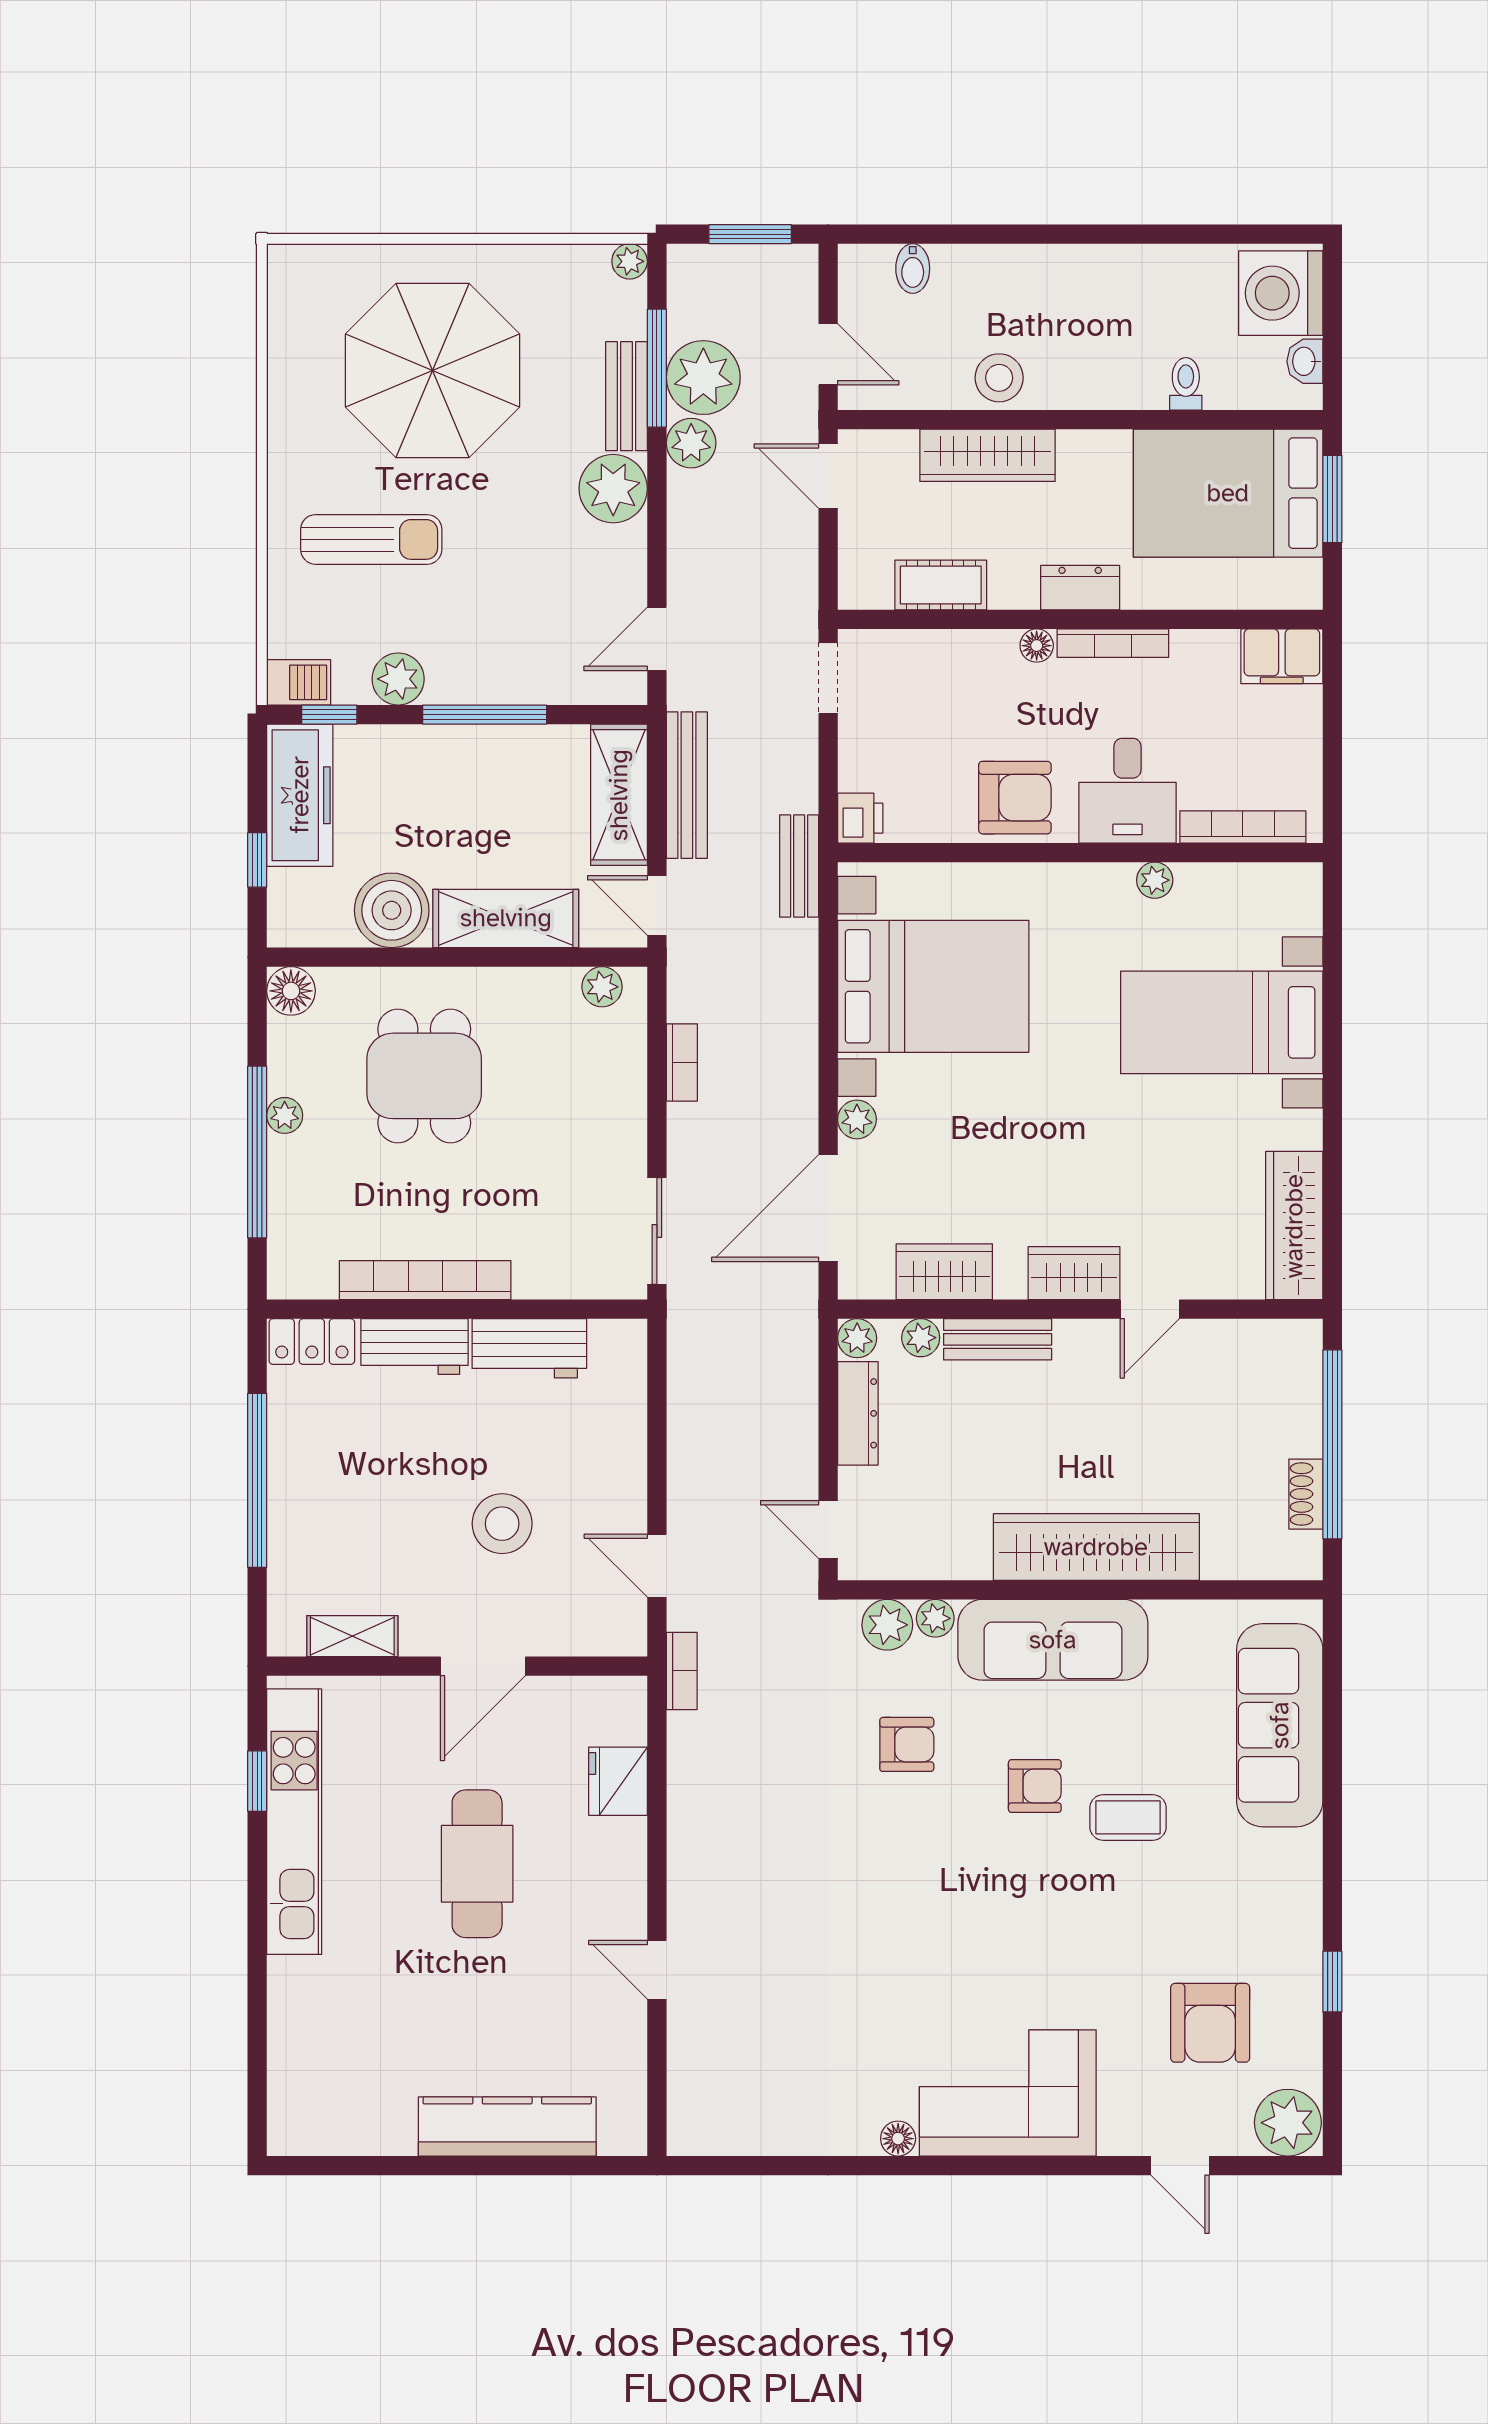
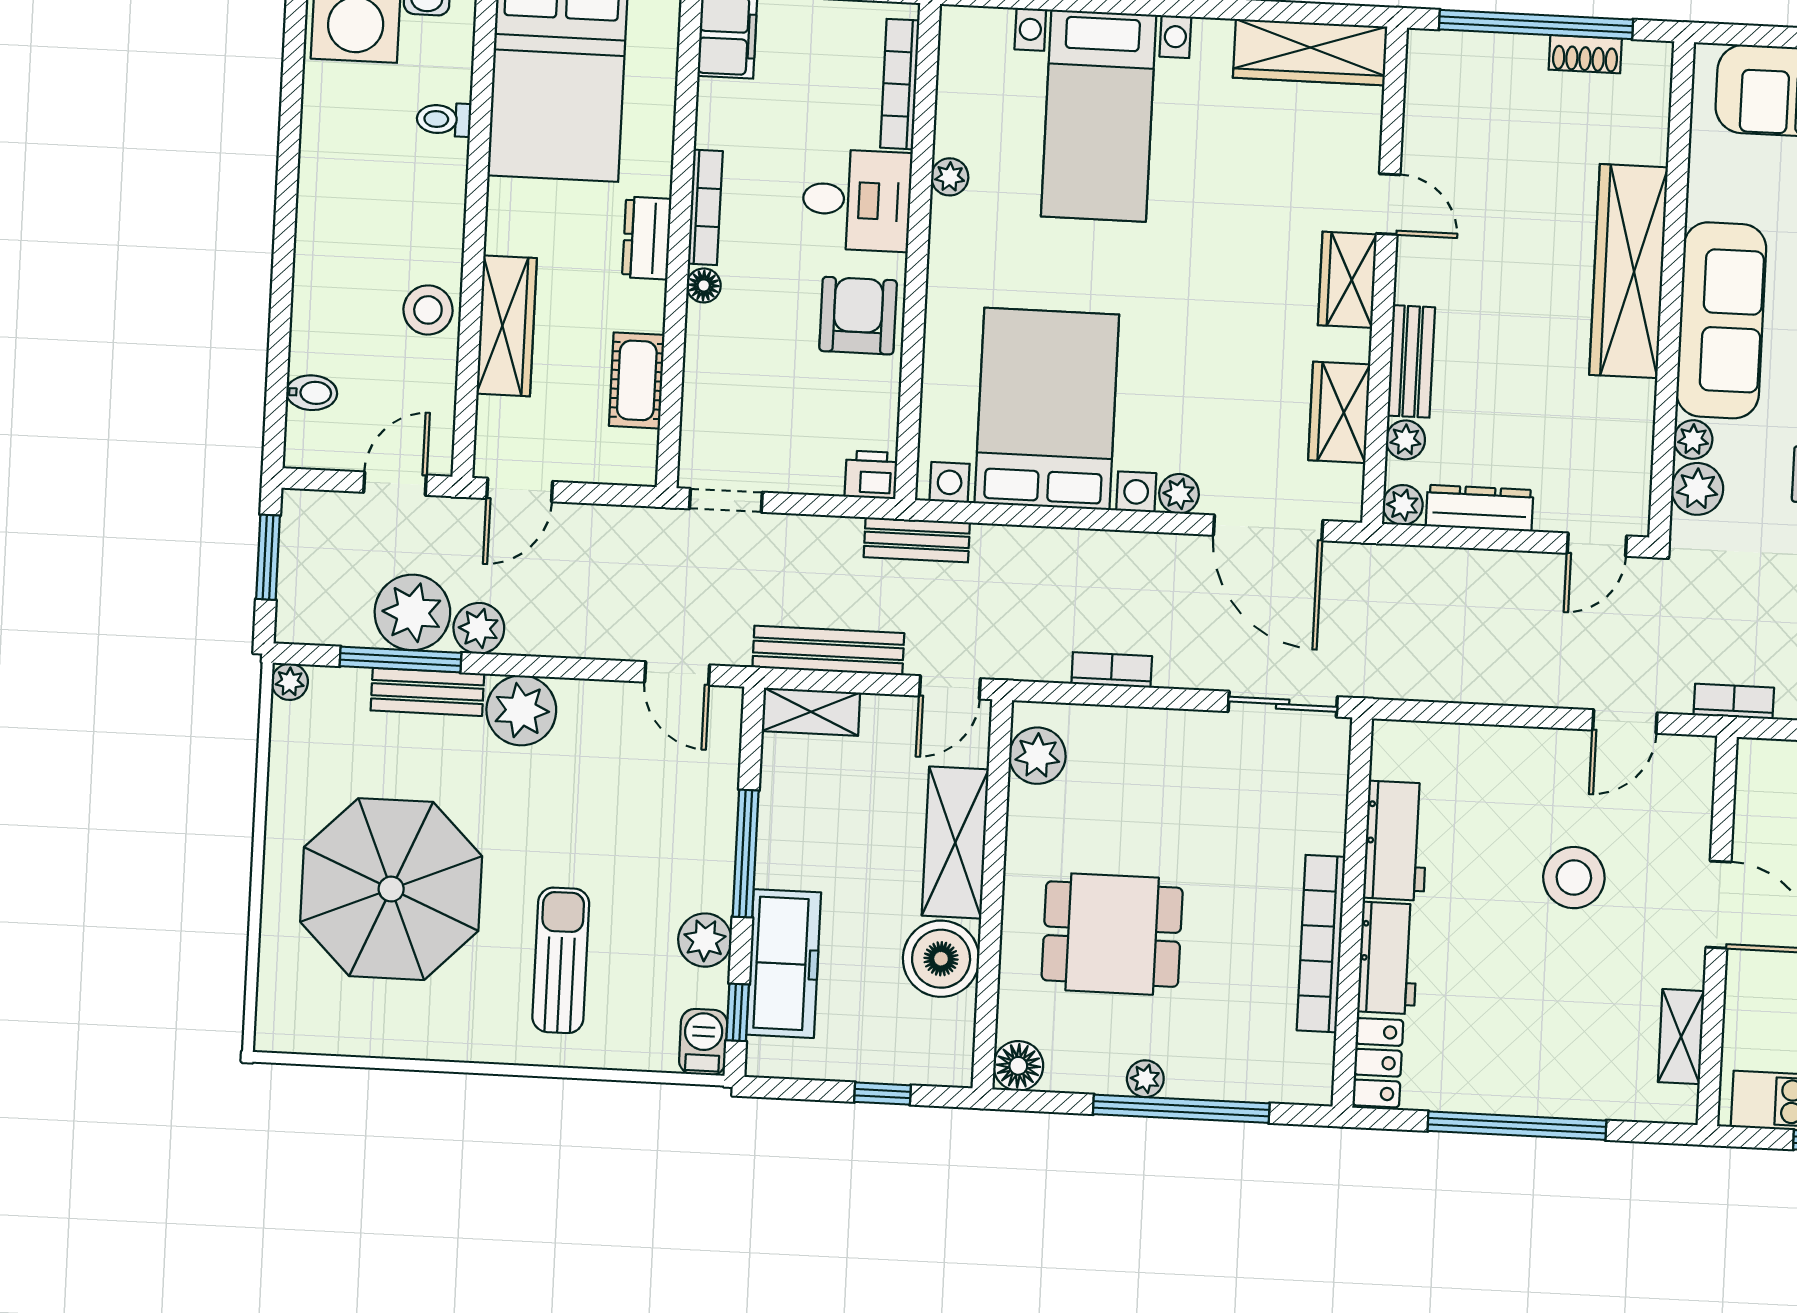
freezer: (300, 795) -> (784, 964), moved, turned 90
shelving: (619, 795) -> (811, 712), width x0.67, depth x0.75
plant: (602, 987) -> (1037, 756), width x1.38, depth x1.38

